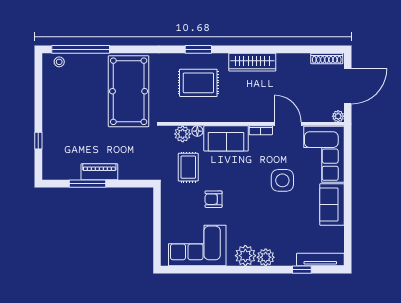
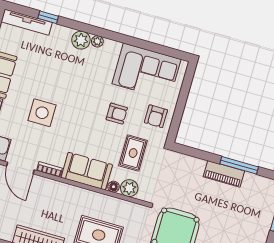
armchair: (177, 207) -> (156, 116), added
plant: (245, 256) -> (97, 41), width x0.53, depth x0.53

